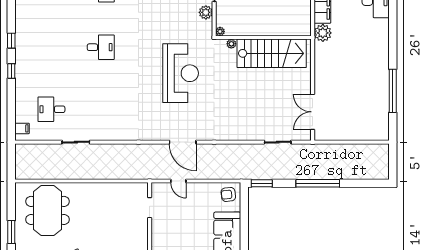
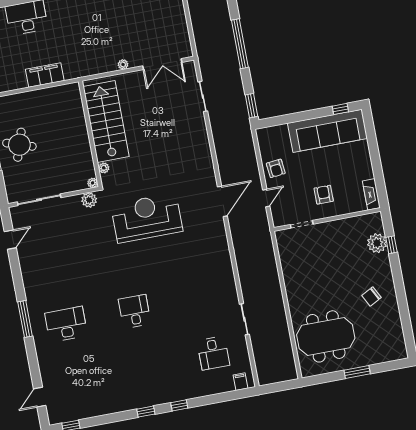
plant: (206, 12) -> (89, 200), moved
plant: (323, 33) -> (123, 64), moved, width x0.53, depth x0.53
armchair: (228, 194) -> (276, 168), moved
armchair: (172, 232) -> (324, 195), added

